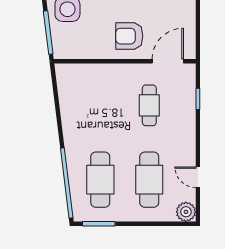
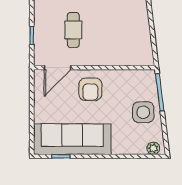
armchair: (129, 36) -> (90, 89), turned 90

